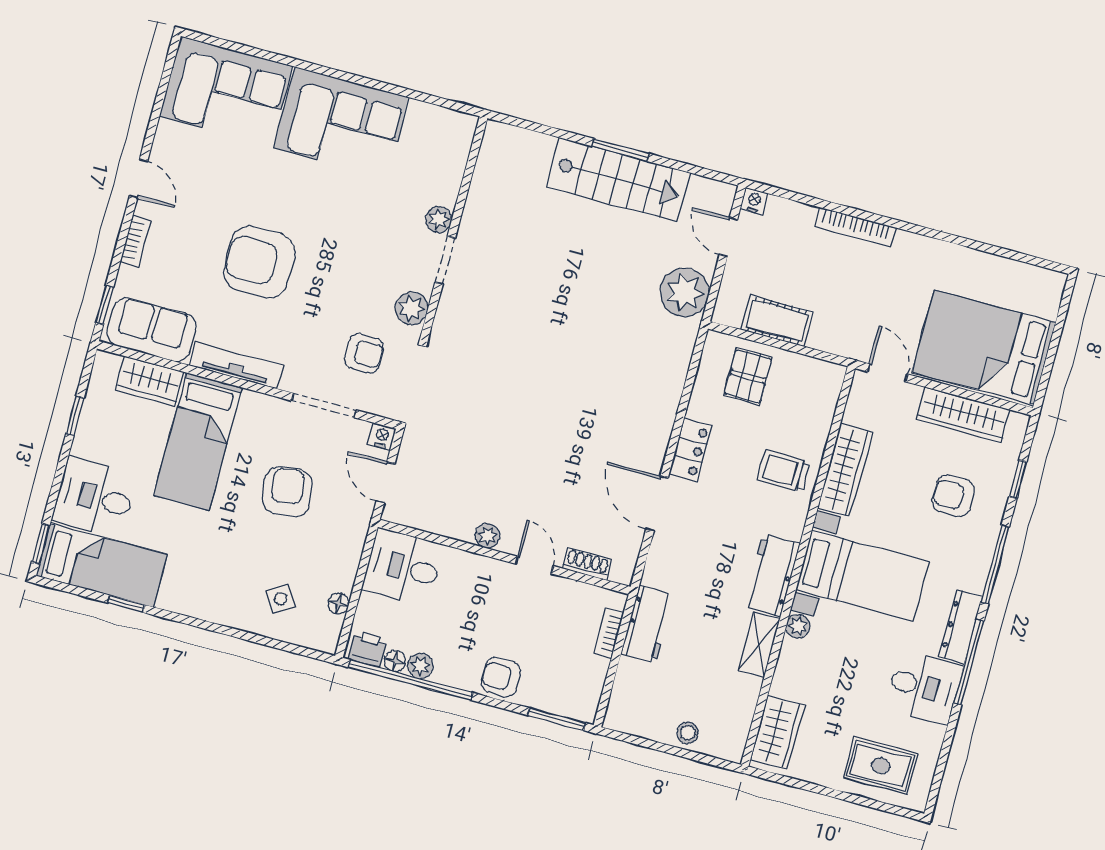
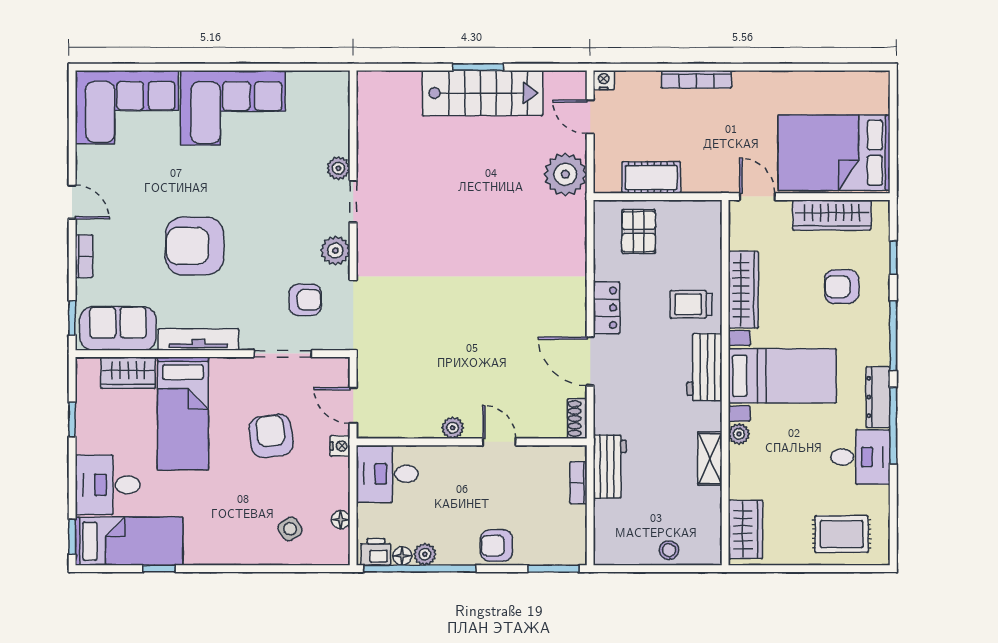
nightstand: (382, 436) -> (340, 446), moved, turned 90
shoe rack: (587, 564) -> (577, 419), moved, turned -90
workbench: (772, 575) -> (705, 367), moved

